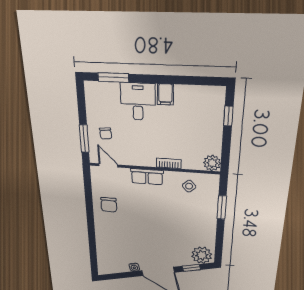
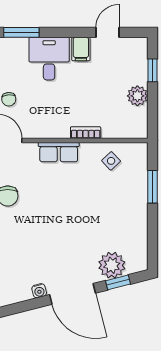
door: (189, 80) -> (107, 32), added
plant: (212, 163) -> (137, 96), moved
plant: (202, 255) -> (112, 265), moved

